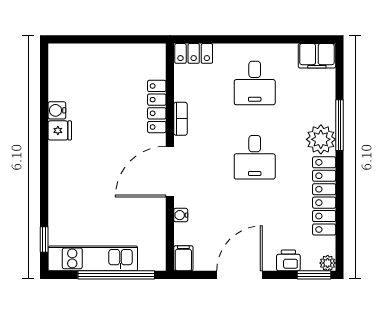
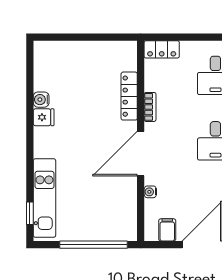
kitchen unit: (93, 258) -> (44, 198), moved, turned 90
filing cabinet: (183, 258) -> (167, 230), moved

